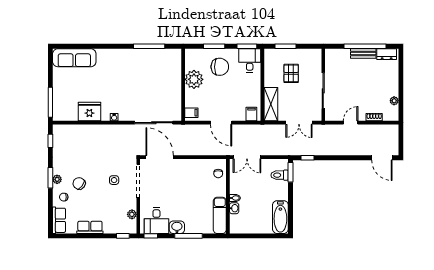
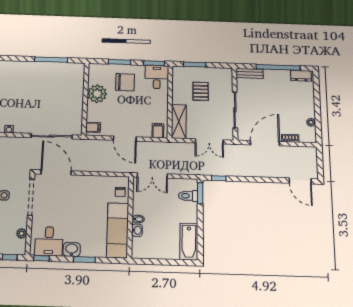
bench: (363, 53) -> (250, 73), moved
door: (351, 123) -> (265, 143), width x1.88
exam couch: (220, 215) -> (118, 230), width x1.36, depth x1.45
window: (188, 236) -> (84, 260), width x0.69

